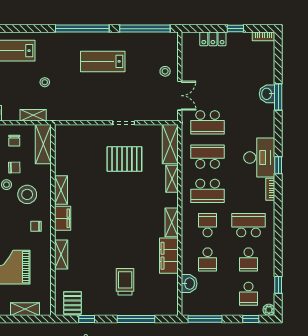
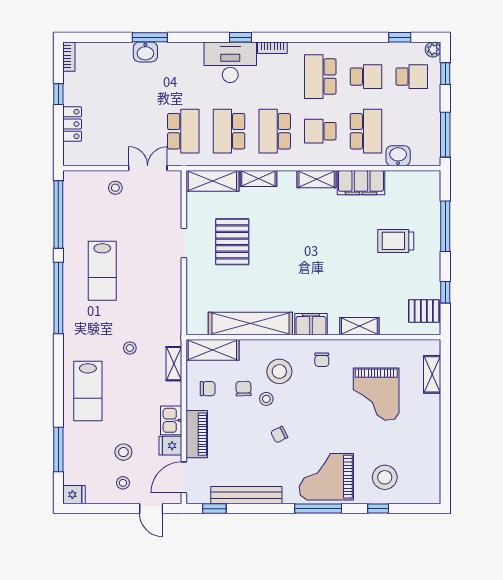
shelving: (61, 190) -> (250, 323), width x2.20, depth x1.33
school desk: (208, 191) -> (275, 131), turned 180
school desk: (208, 259) -> (366, 131), width x1.85

